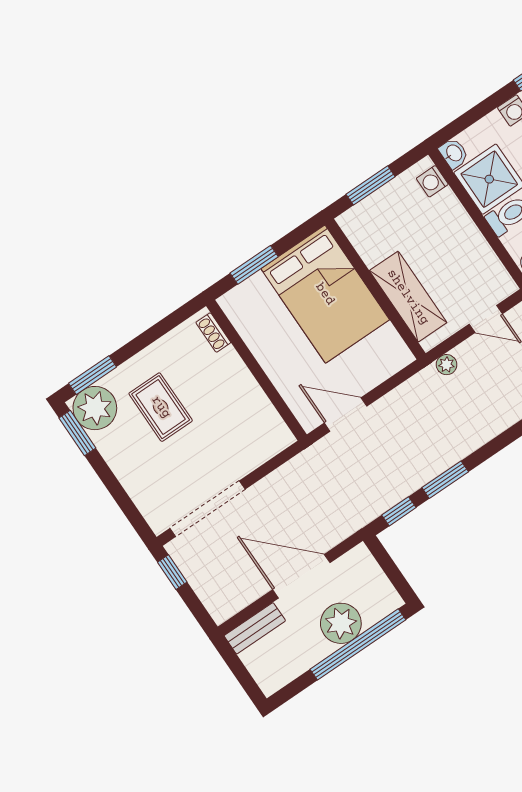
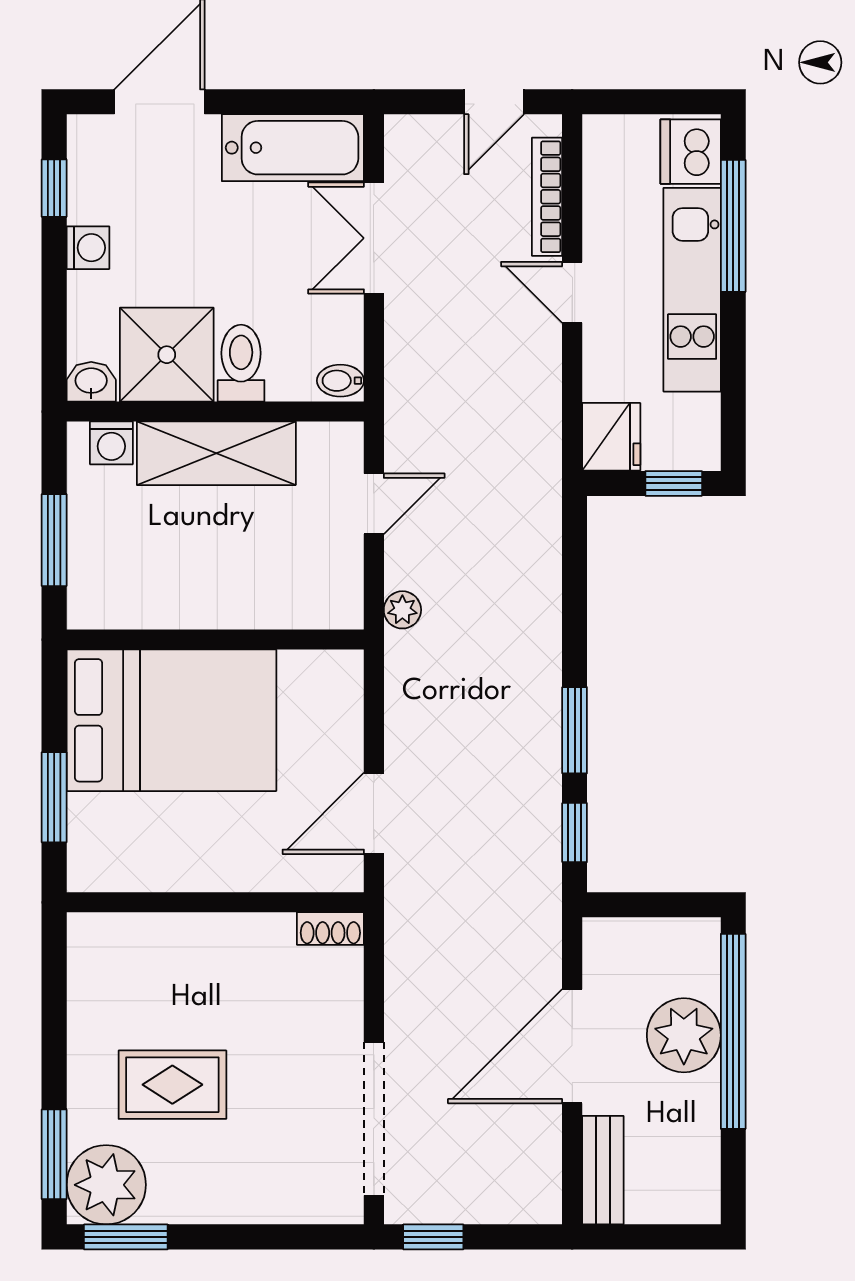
shelving: (408, 297) -> (216, 453), moved
shoe rack: (213, 333) -> (330, 929), moved

